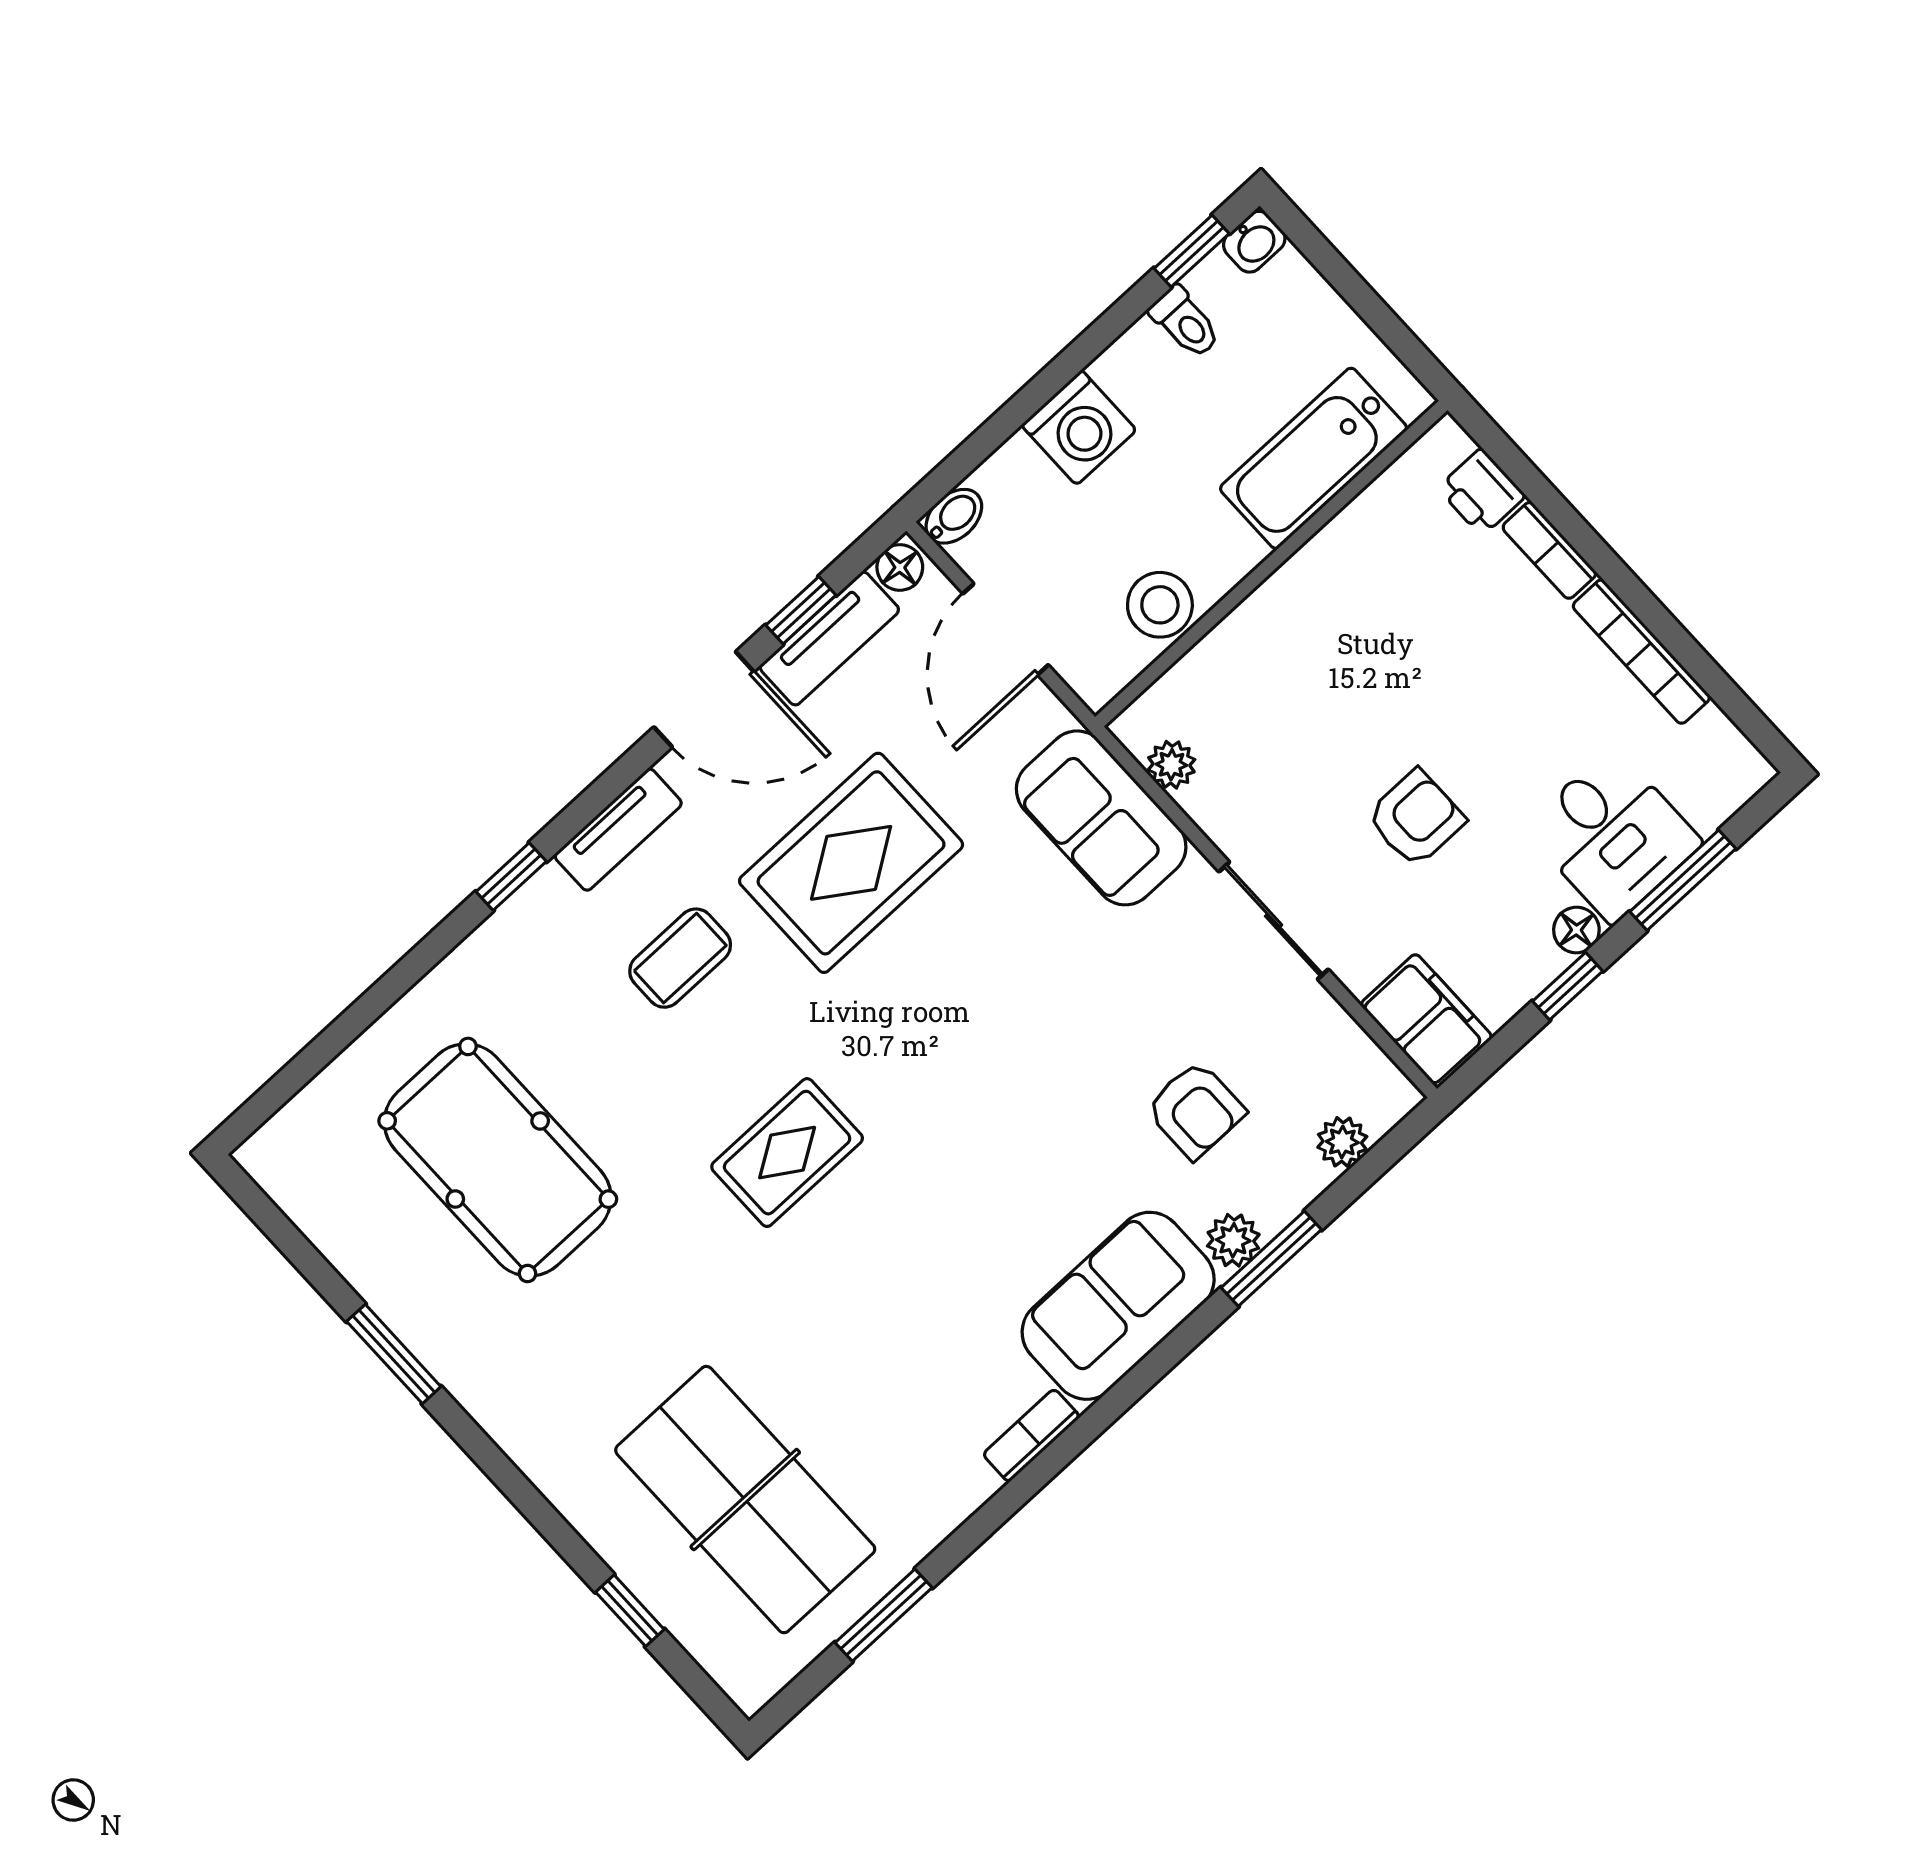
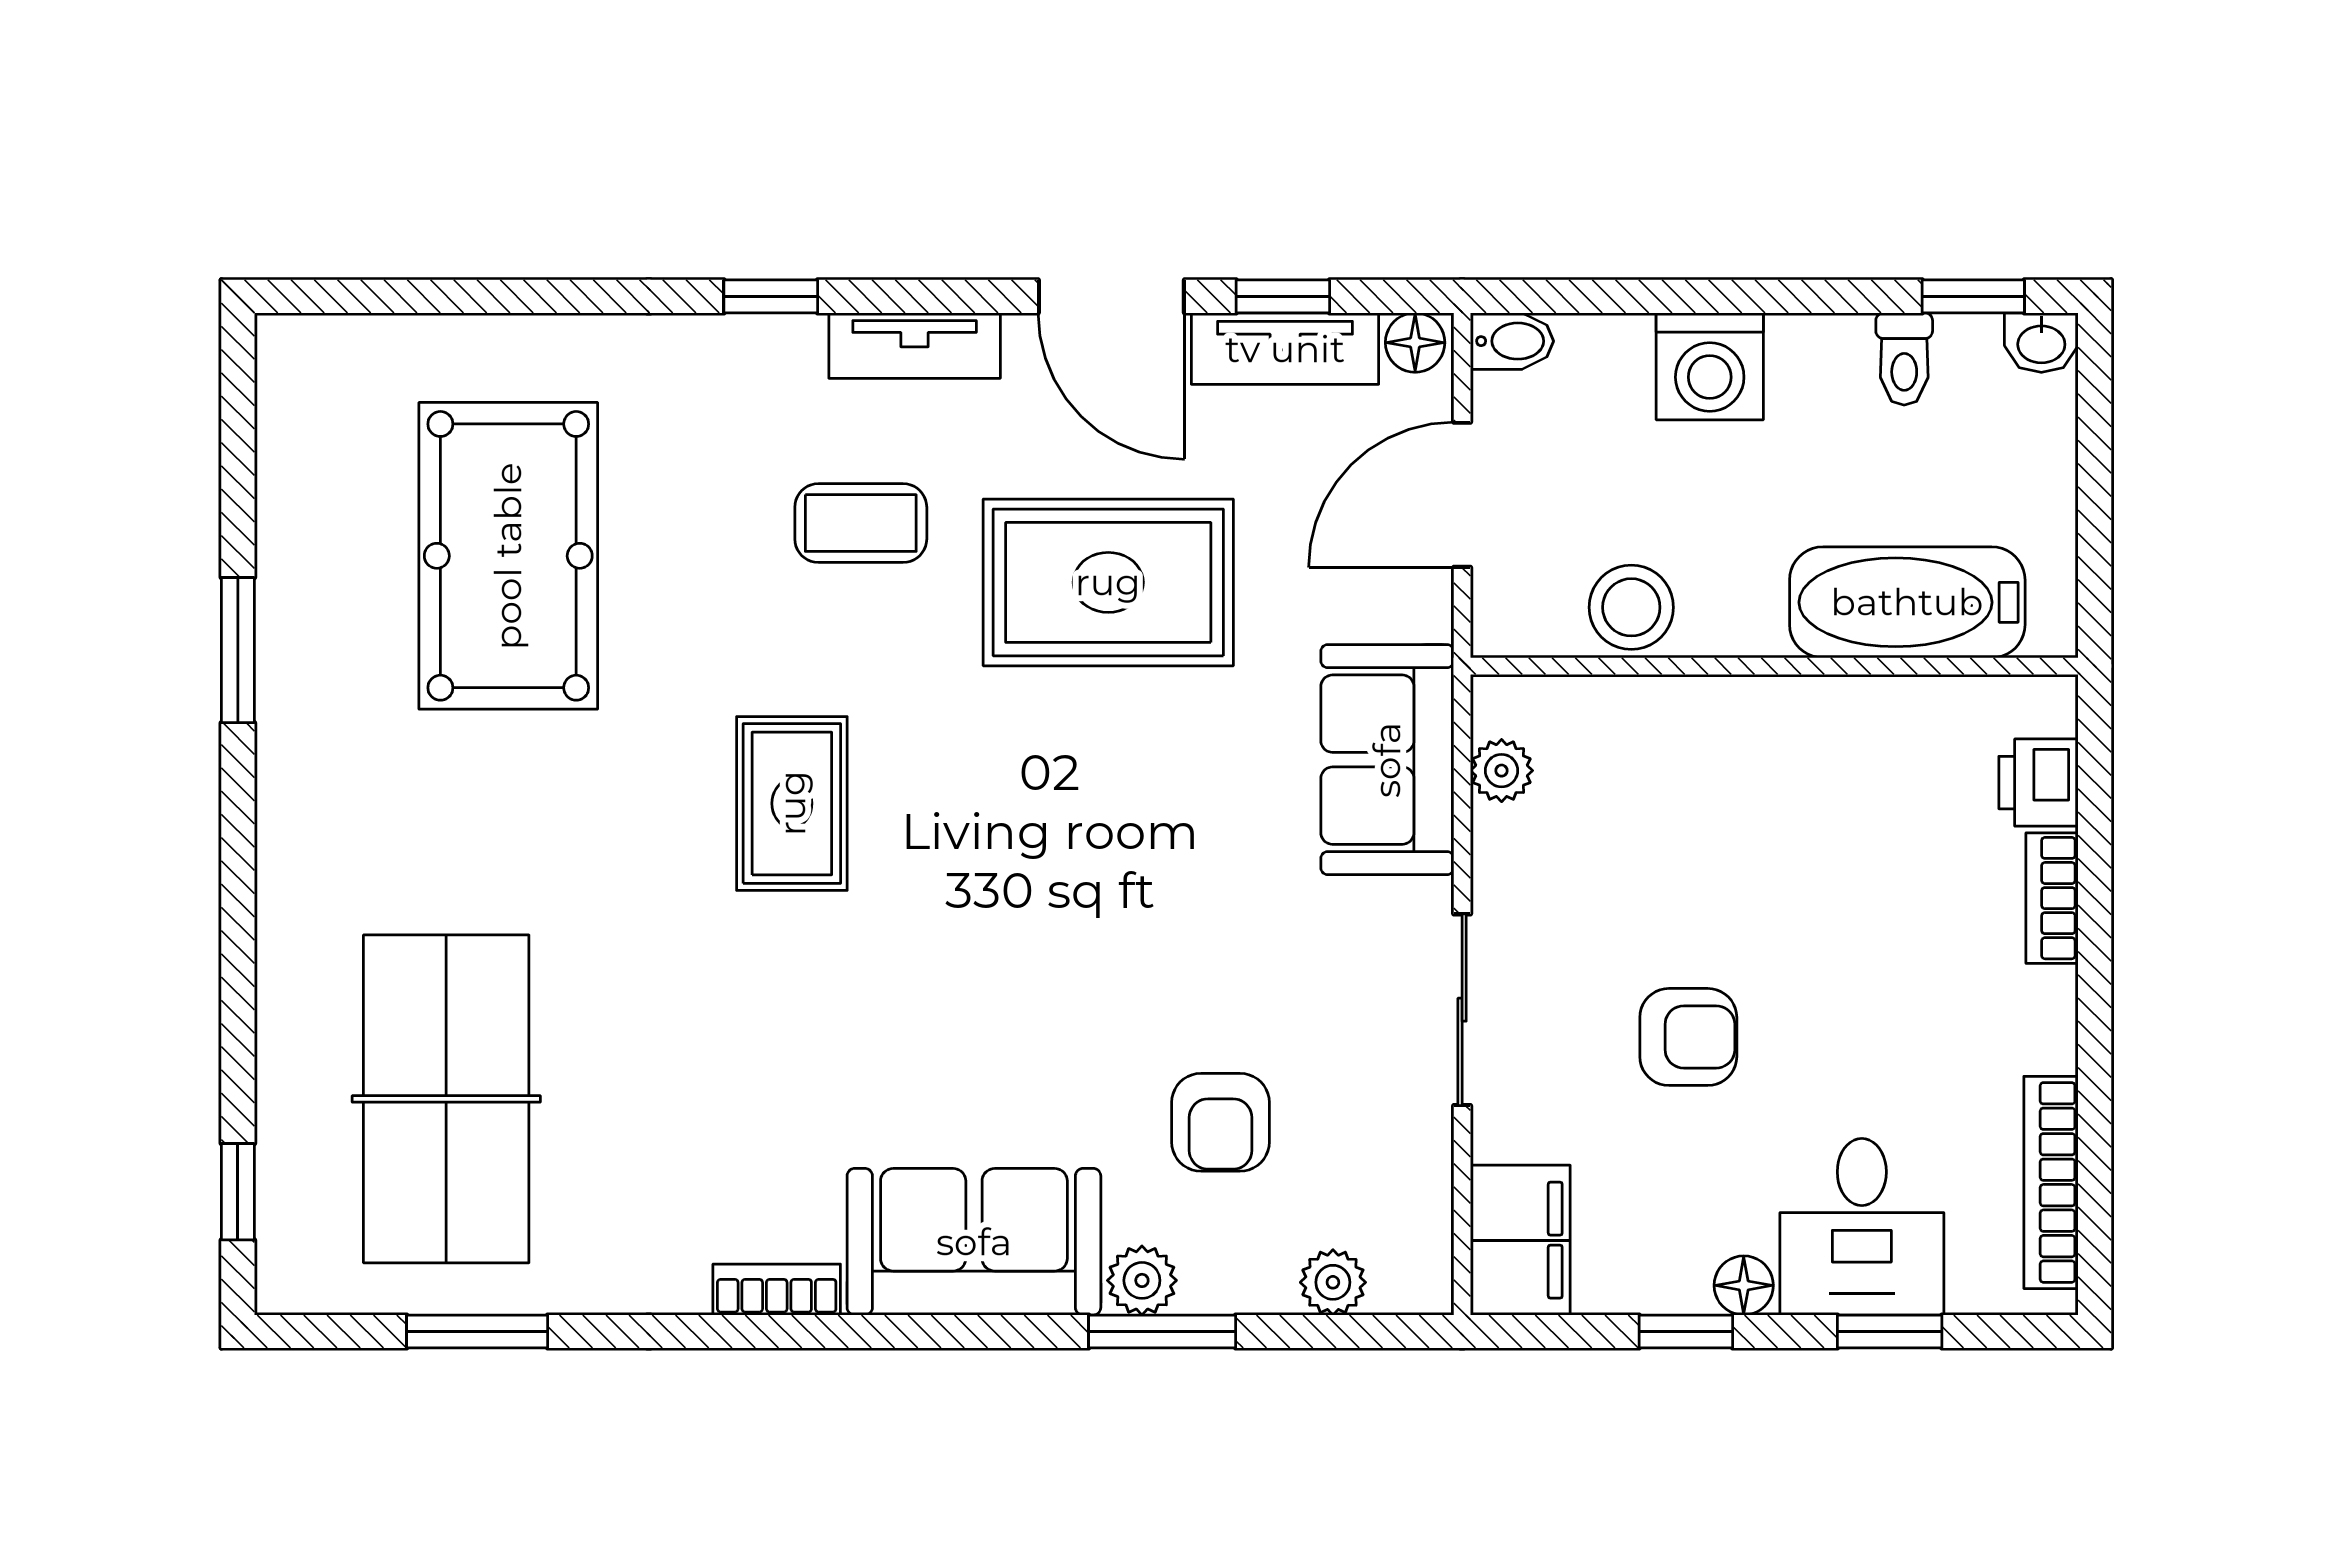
bookcase: (1641, 652) -> (2051, 1182), moved
window: (1683, 880) -> (1890, 1332), width x0.67
rug: (787, 1153) -> (792, 803), turned 90
window: (630, 1611) -> (238, 1192), moved

